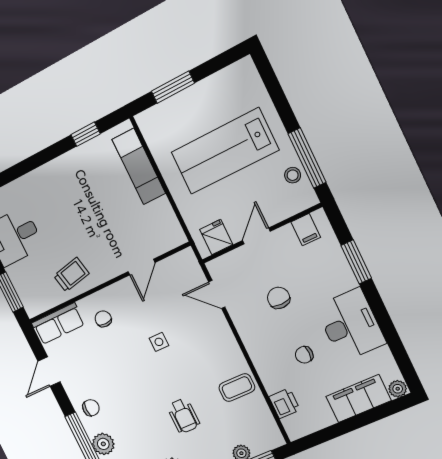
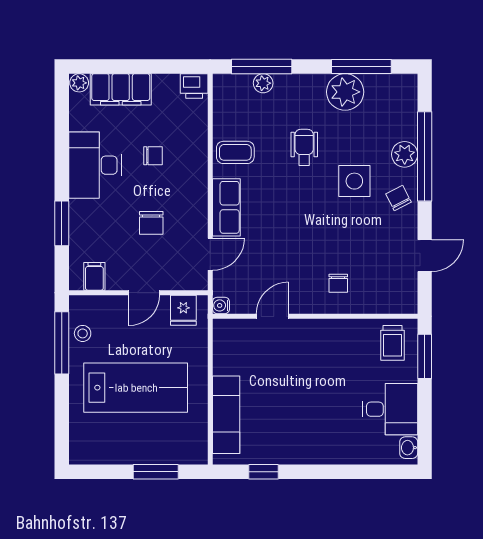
water cooler: (187, 256) -> (221, 305), added
trolley: (71, 275) -> (393, 343), moved, turned -78
door: (217, 294) -> (210, 254), hinge flipped
row of seats: (58, 324) -> (226, 207), moved, turned 90
side table: (159, 342) -> (354, 181), moved, width x1.87, depth x1.87
printer: (284, 403) -> (194, 86), moved, turned -90
chair: (91, 408) -> (399, 198), turned 63

